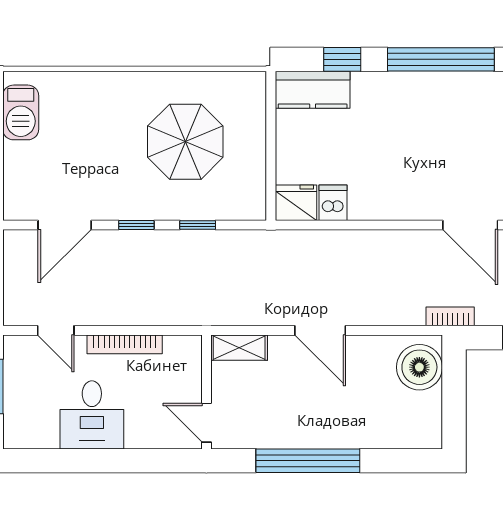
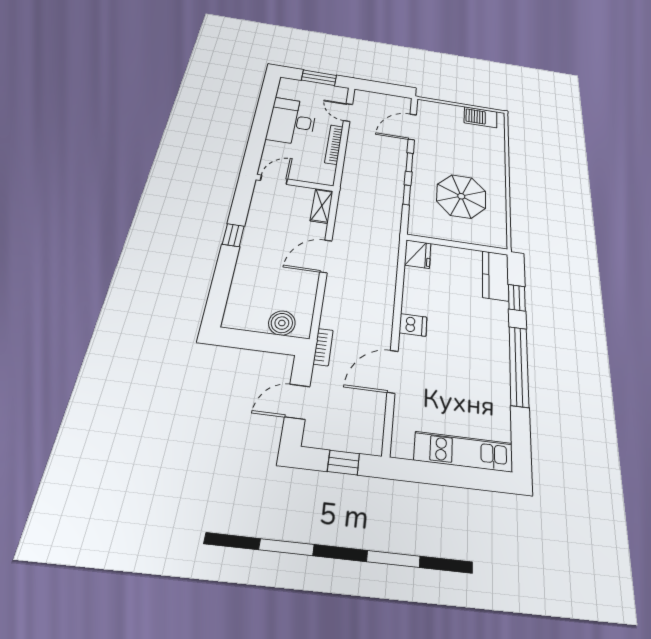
dishwasher: (333, 203) -> (413, 325), moved
door: (65, 225) -> (412, 127), hinge flipped
door: (56, 330) -> (348, 112), hinge flipped
boiler: (419, 367) -> (282, 323), width x0.73, depth x0.73
desk: (92, 415) -> (292, 121), width x1.37
window: (308, 461) -> (233, 235), width x0.32

